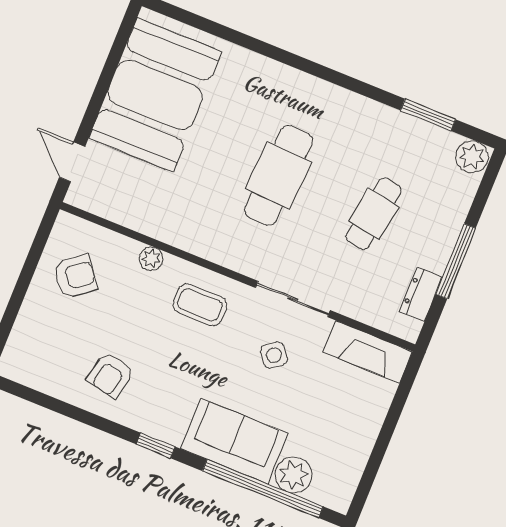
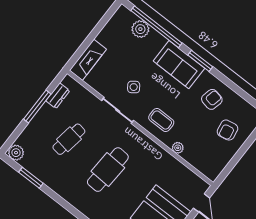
armchair: (75, 276) -> (227, 130), moved, turned -63
fireplace: (368, 352) -> (88, 60), moved, turned 90
sofa: (234, 441) -> (179, 65), moved
window: (156, 445) -> (200, 61), width x1.50

